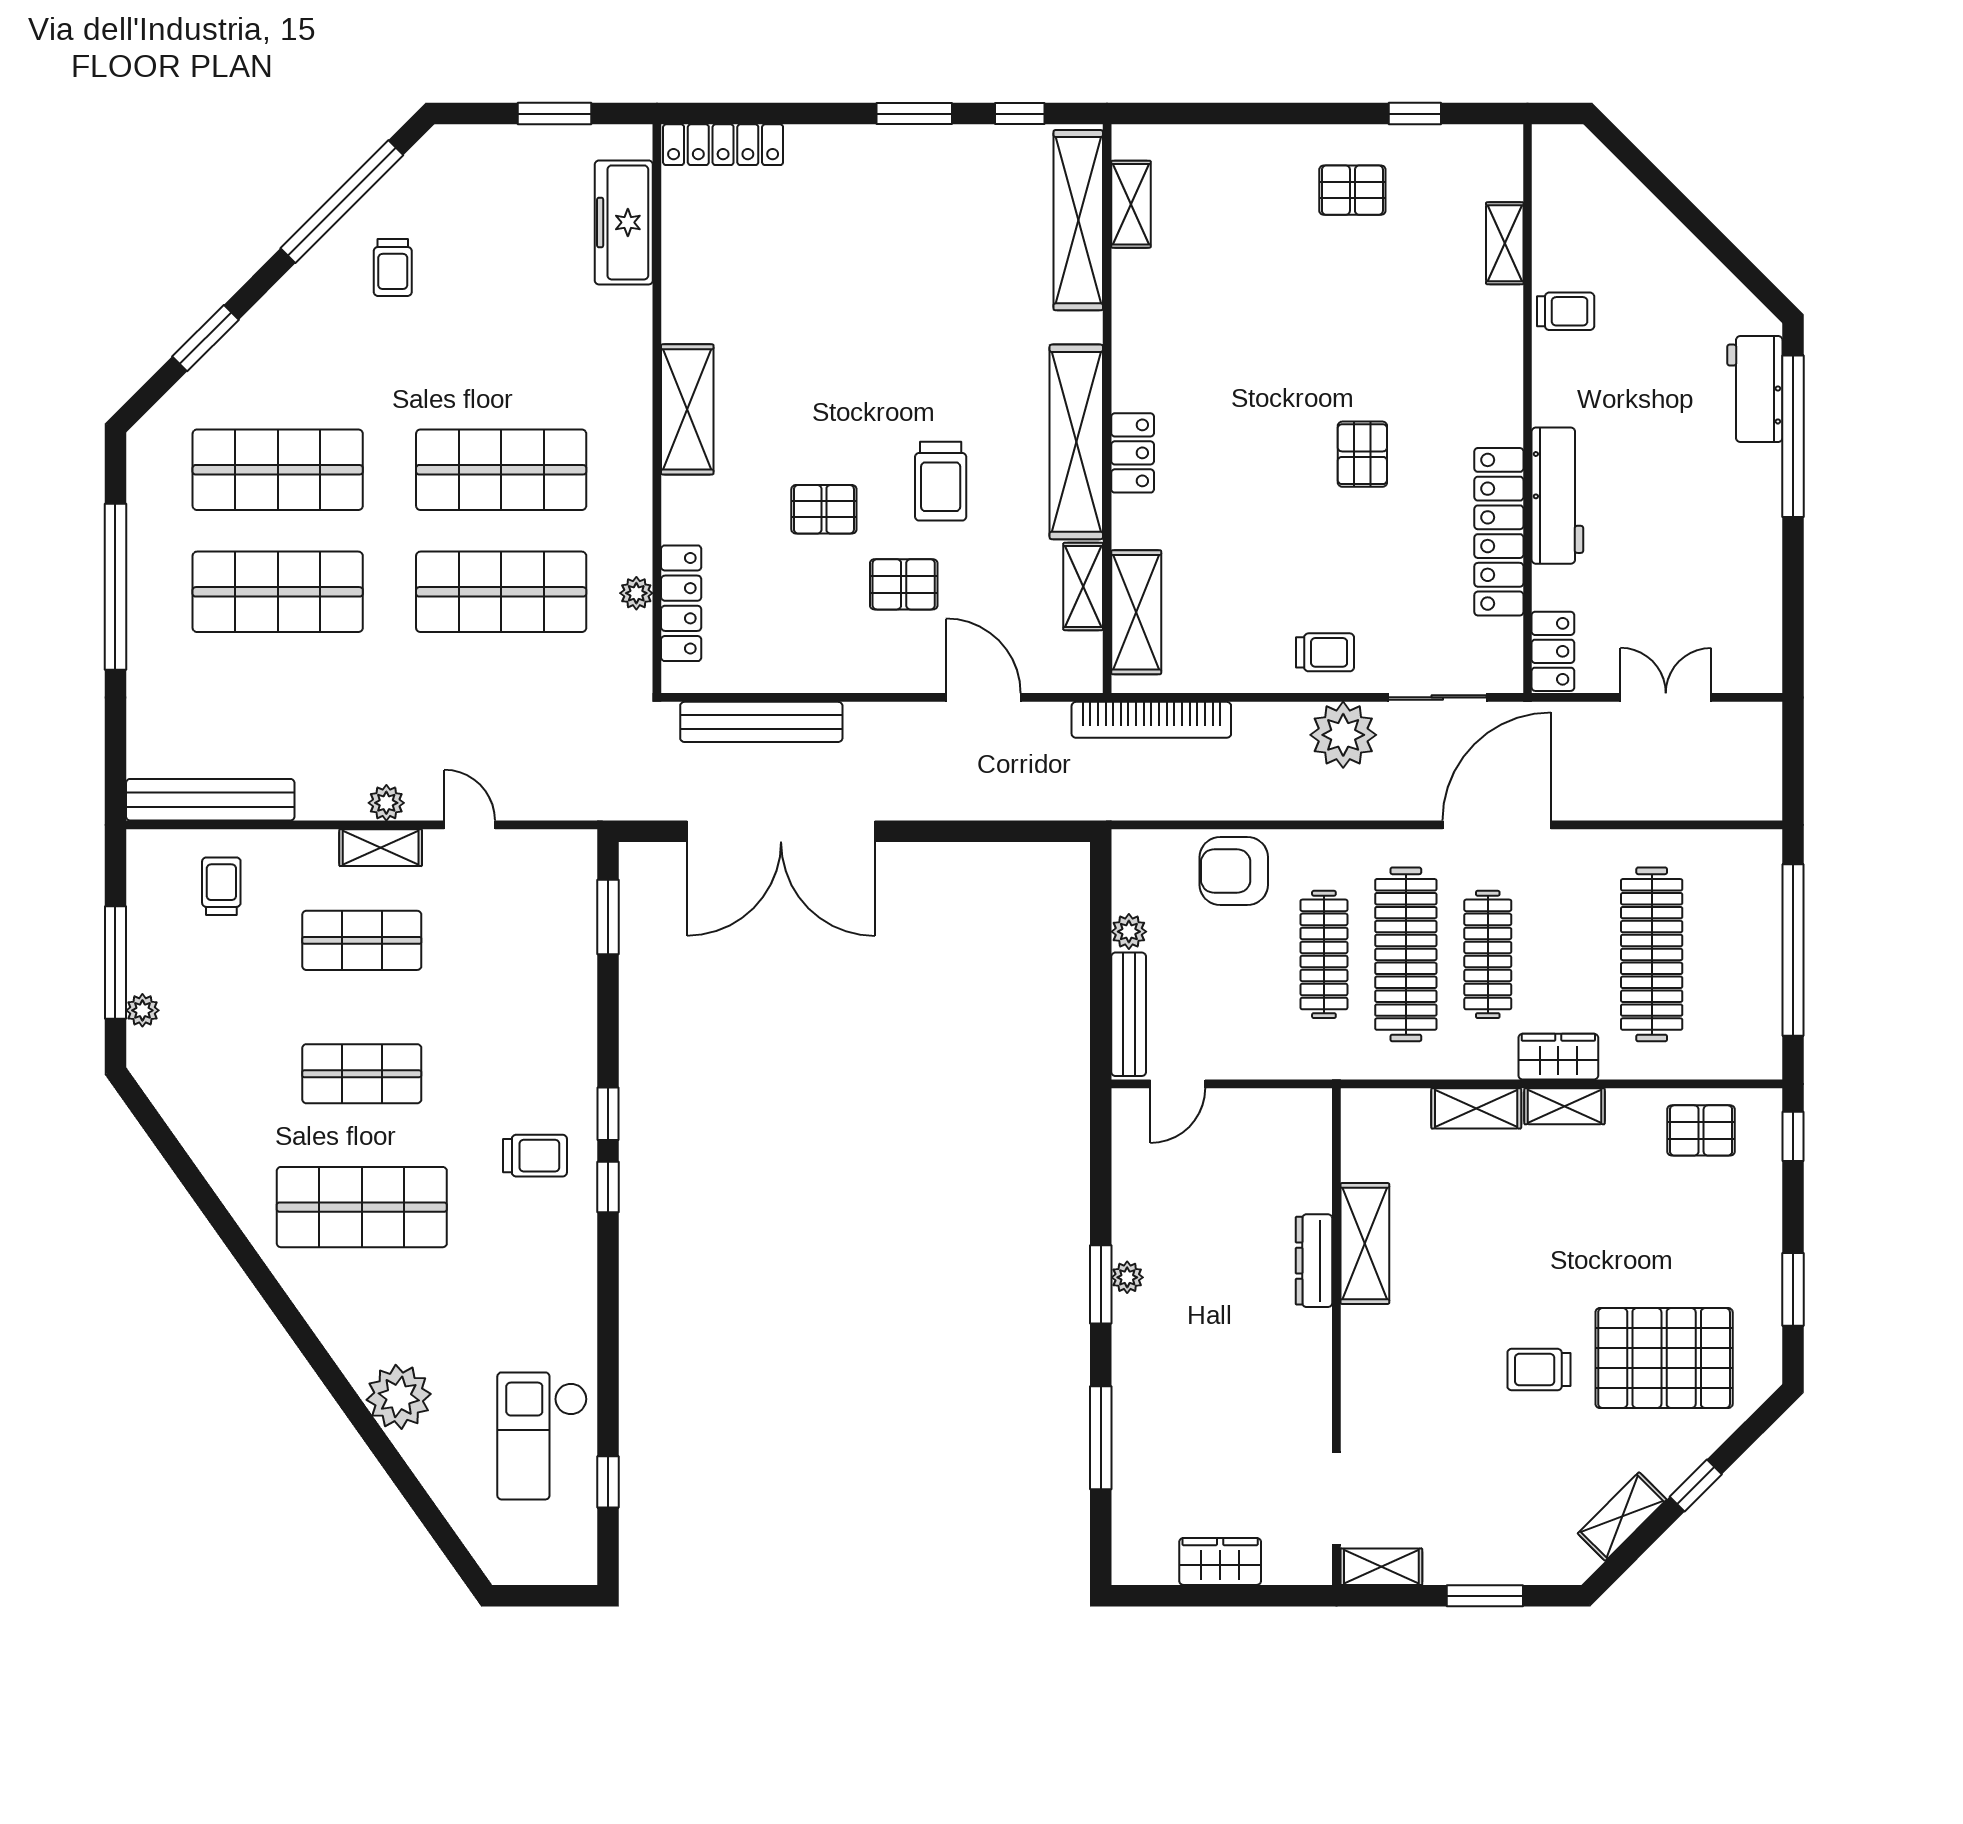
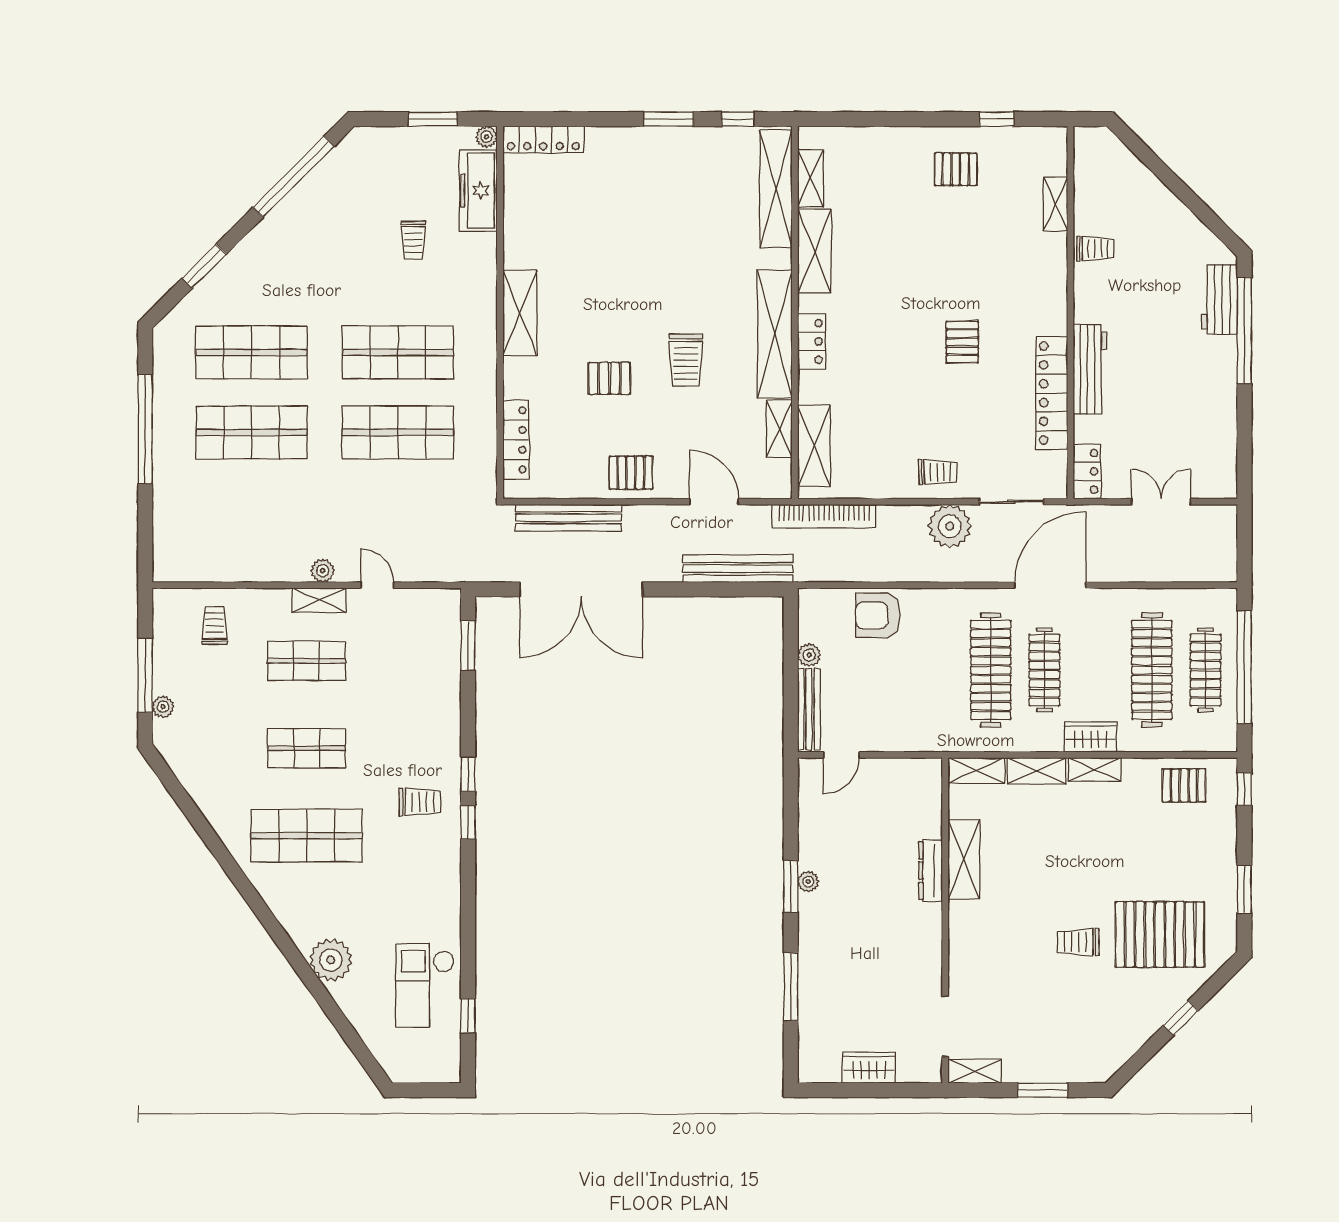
trolley: (393, 267) -> (413, 240), moved
shelving: (1137, 315) -> (814, 251), added
pallet: (904, 584) -> (631, 473), moved
plant: (636, 593) -> (487, 137), moved
bench: (210, 800) -> (738, 569), moved
clothes rail: (1324, 954) -> (1205, 670), moved
shelving: (1622, 1517) -> (977, 771), moved, turned 45

